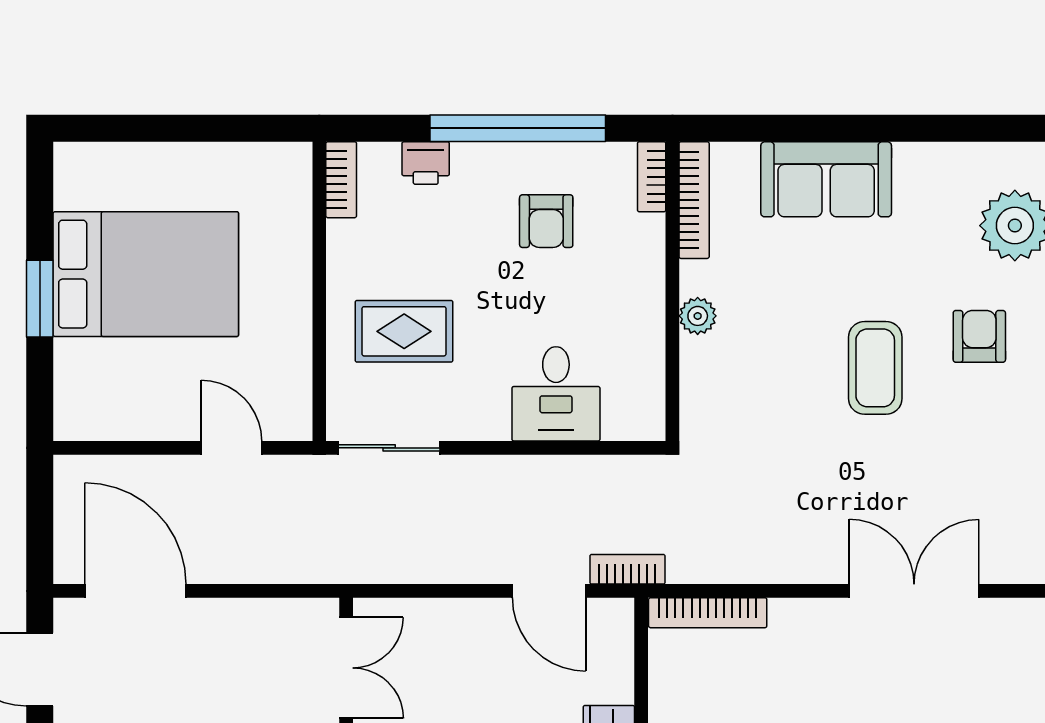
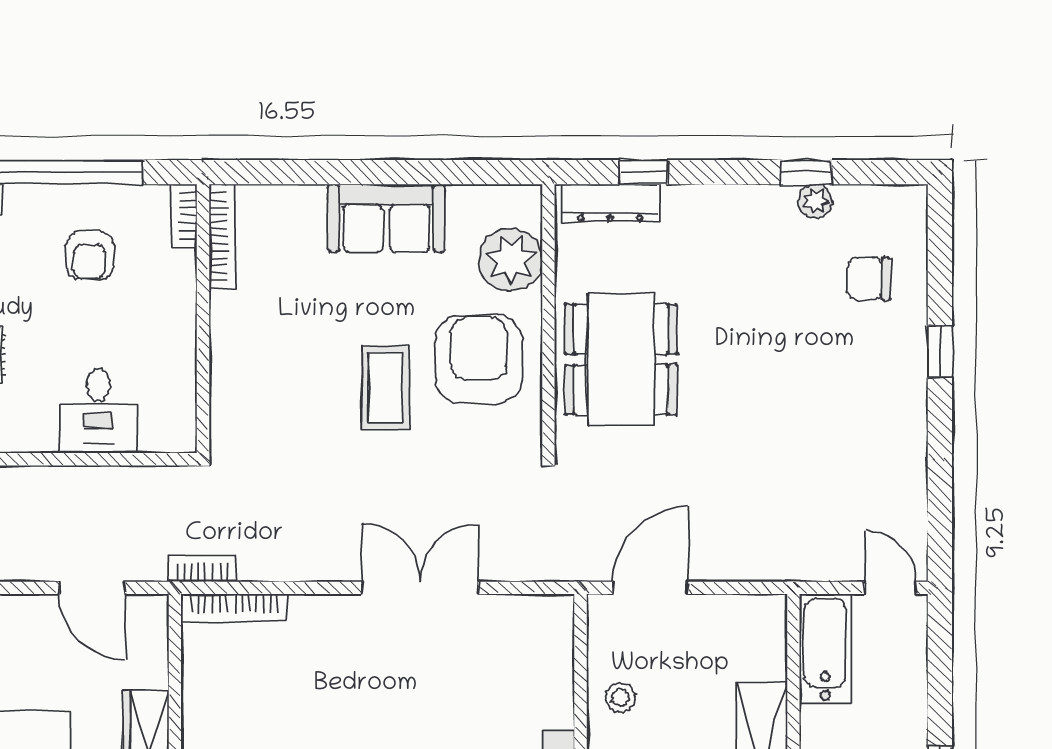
sofa: (826, 179) -> (386, 218), moved
plant: (698, 316) -> (226, 341), removed
armchair: (979, 336) -> (479, 359), width x1.88, depth x1.88
bookcase: (627, 569) -> (202, 568), moved

